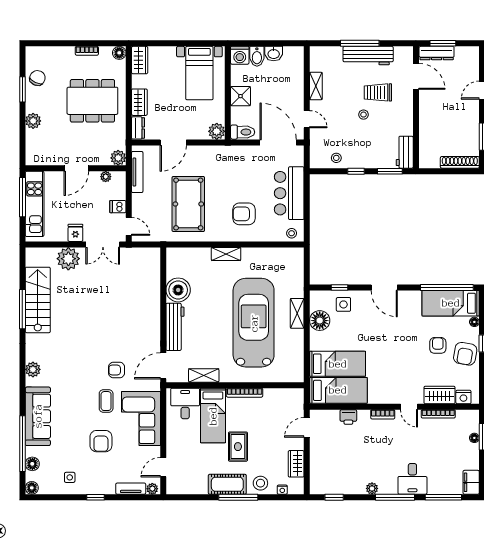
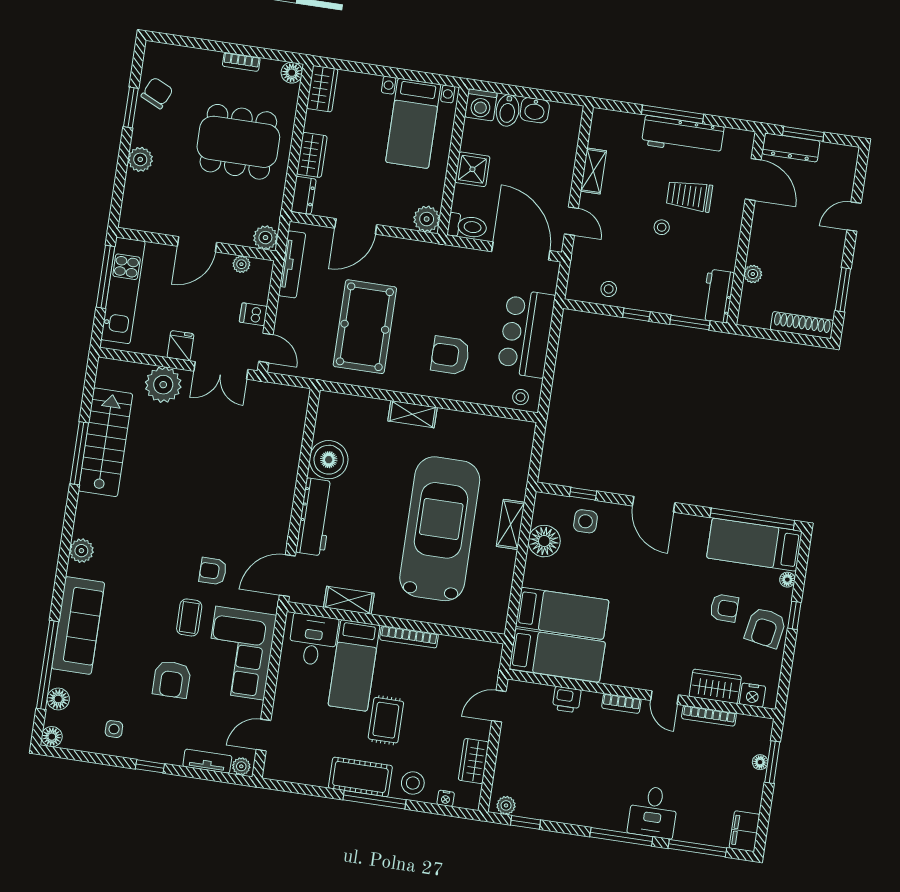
plant: (425, 135) -> (753, 274), added
armchair: (438, 345) -> (724, 608), turned 91
plant: (372, 488) -> (506, 805), moved

